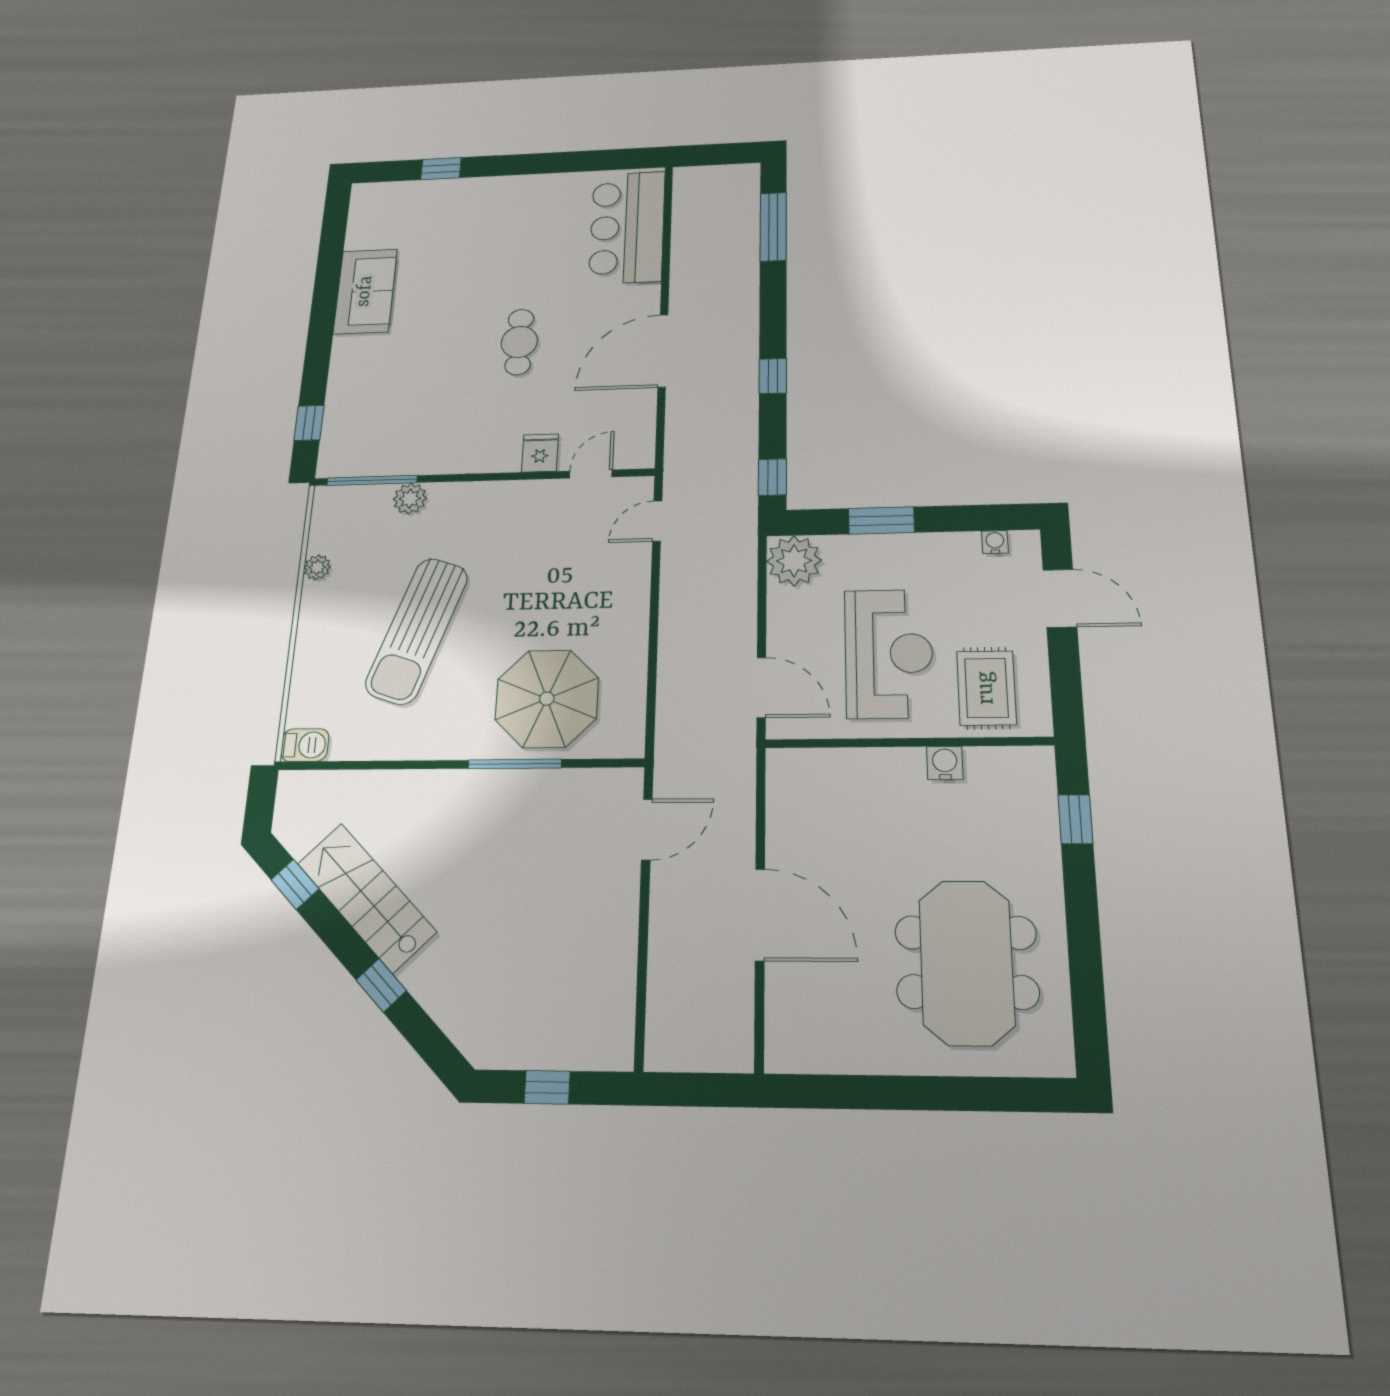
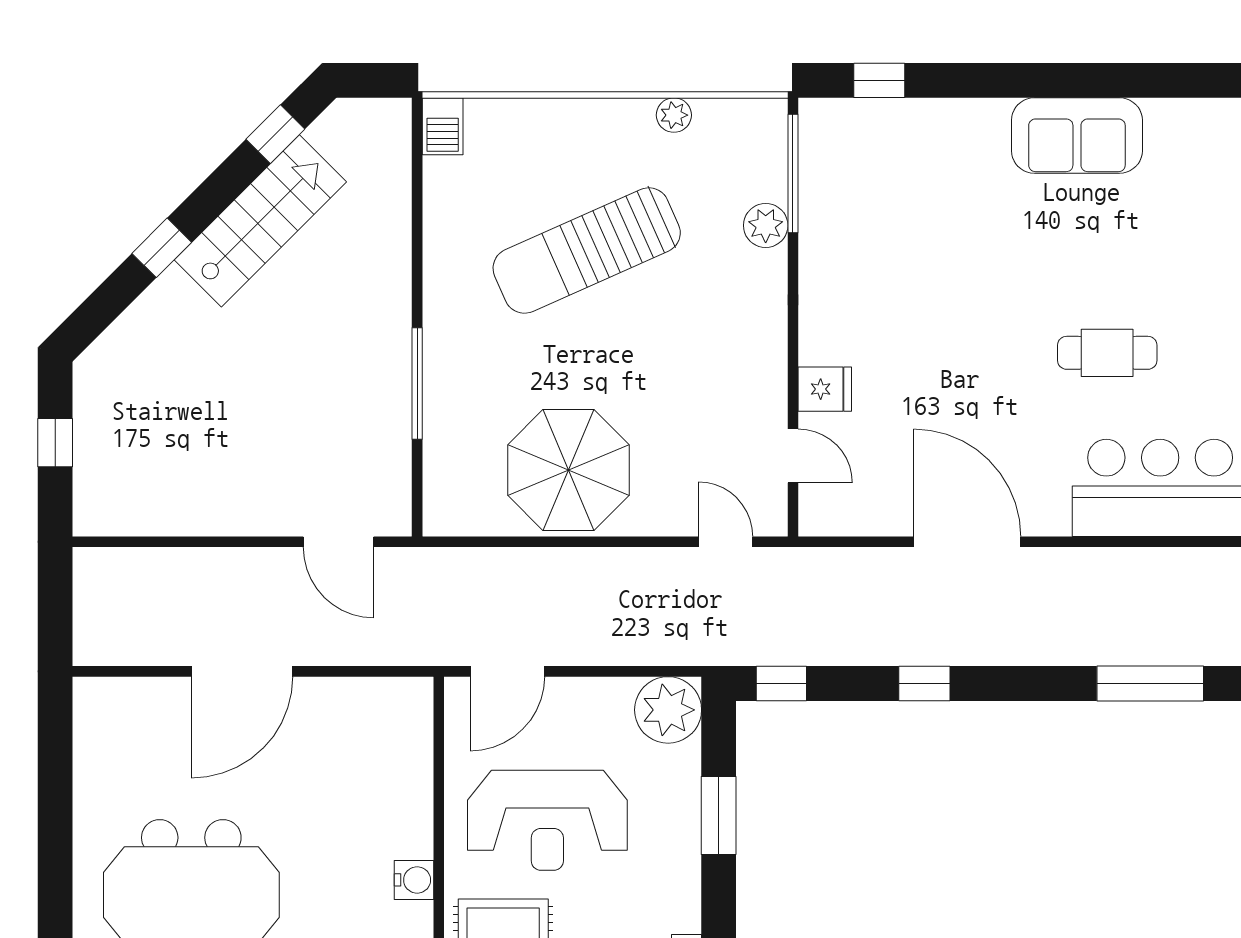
cafe table: (519, 342) -> (1107, 353), moved
sun lounger: (417, 631) -> (587, 251), turned -43
parasol: (547, 699) -> (568, 470), moved

